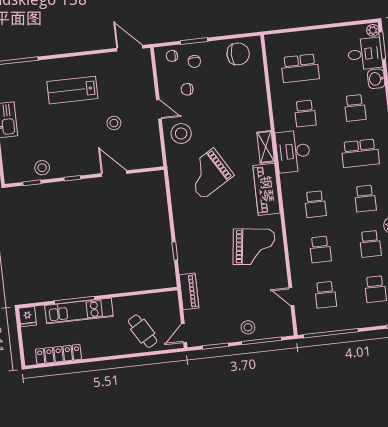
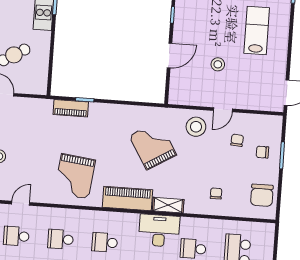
chair: (172, 56) -> (216, 194), moved
piano: (189, 291) -> (71, 108), moved

